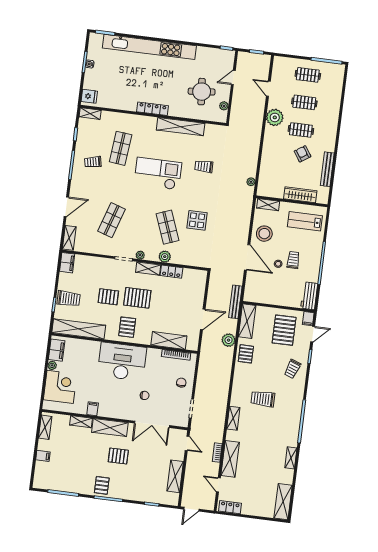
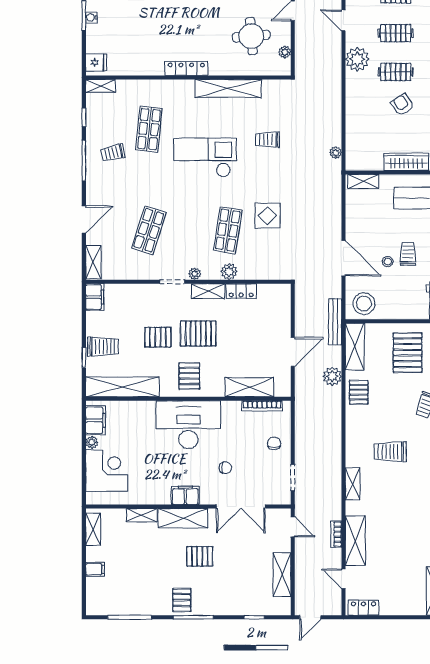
shop shelf: (168, 227) -> (228, 230), turned 30
stool: (264, 234) -> (364, 304), moved
filing cabinet: (93, 409) -> (185, 495), moved, width x2.00

